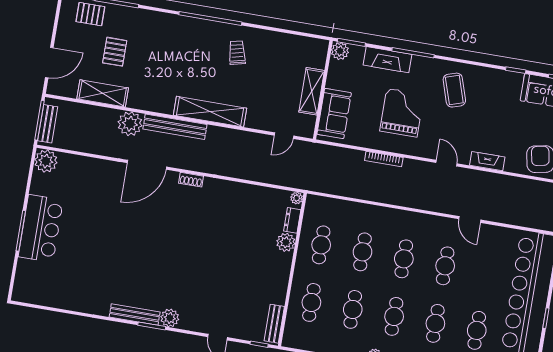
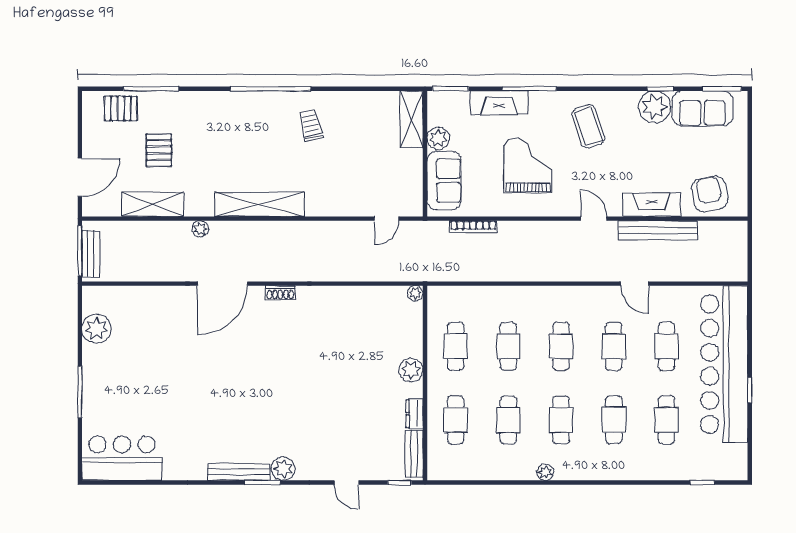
plant: (340, 51) -> (438, 138), moved
plant: (509, 83) -> (655, 107), added
shelving: (312, 91) -> (412, 119), moved
shelving: (210, 112) -> (260, 204), moved
plant: (130, 124) -> (200, 229), width x0.53, depth x0.53
bench: (175, 127) -> (658, 230), moved
bookcase: (384, 159) -> (473, 227), moved
plant: (46, 161) -> (96, 329), moved
fireplace: (487, 161) -> (652, 205), width x1.37, depth x1.32
dresser: (292, 220) -> (414, 414), moved
bar counter: (41, 228) -> (122, 458), moved, turned -90
plant: (286, 242) -> (411, 370), moved
cafe table: (486, 273) -> (666, 346), added

